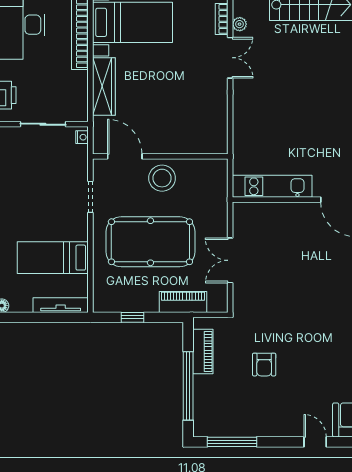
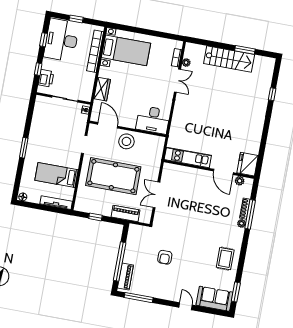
wardrobe: (104, 86) -> (102, 89), width x0.67
desk: (201, 133) -> (153, 120), added
piano: (203, 352) -> (125, 277), moved

